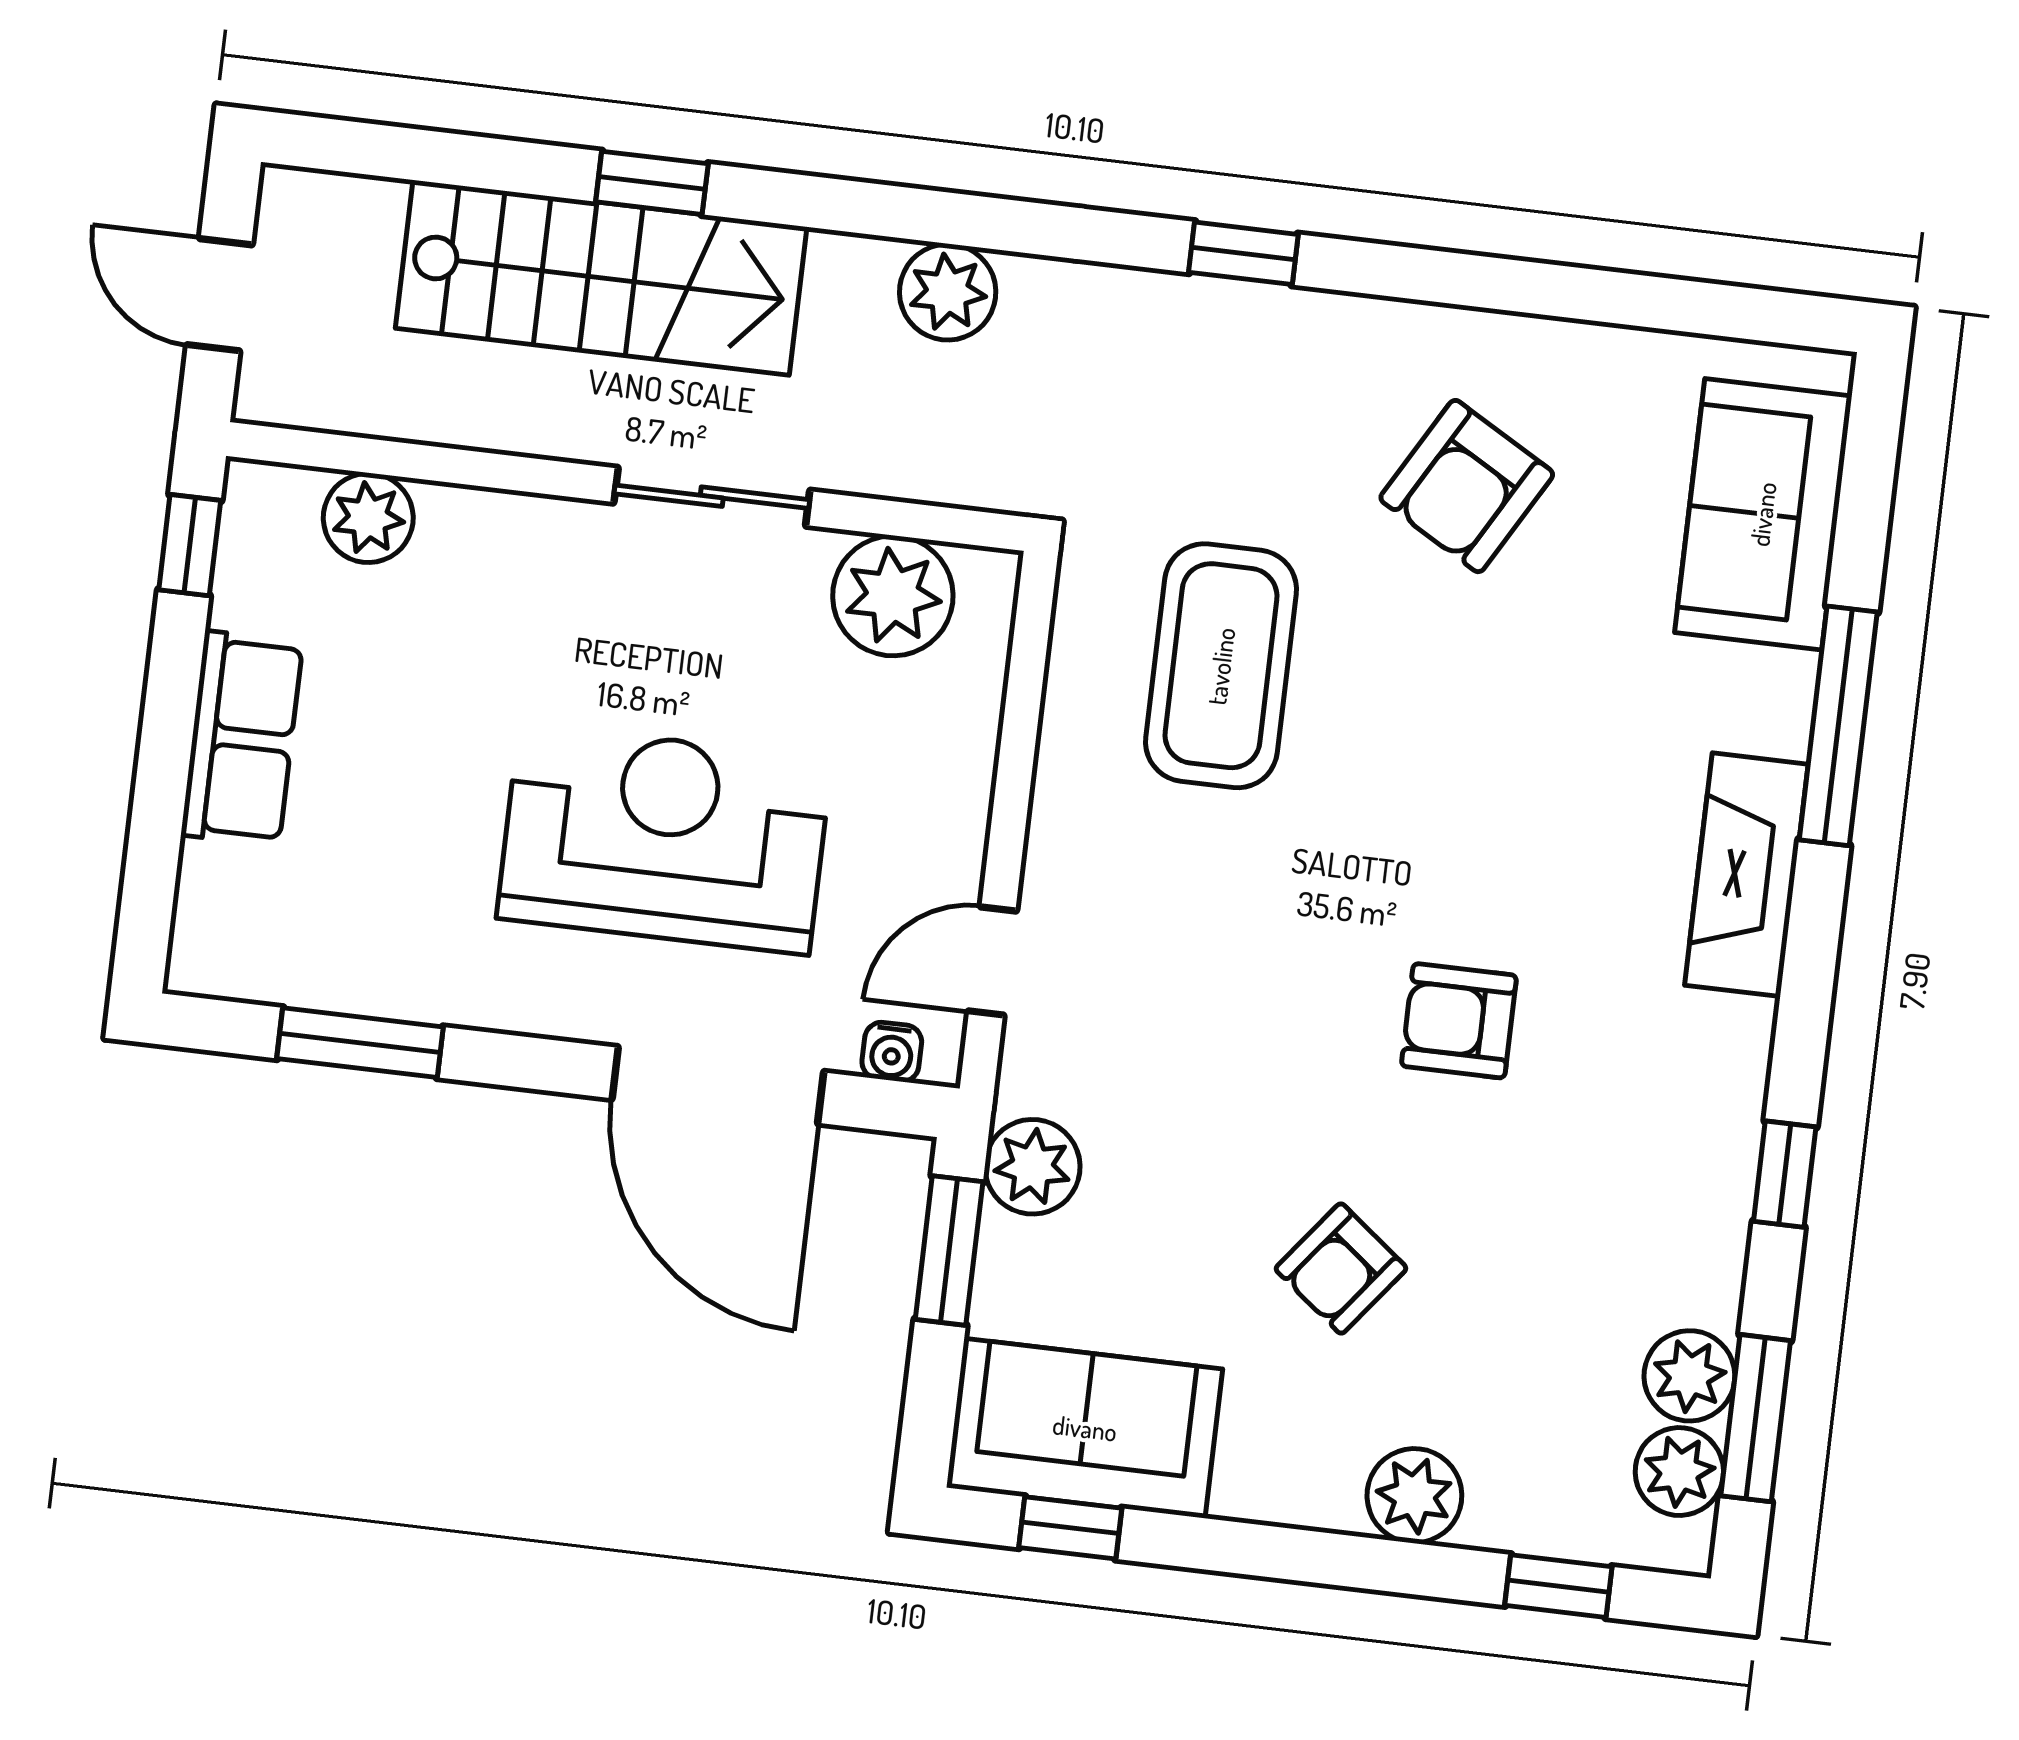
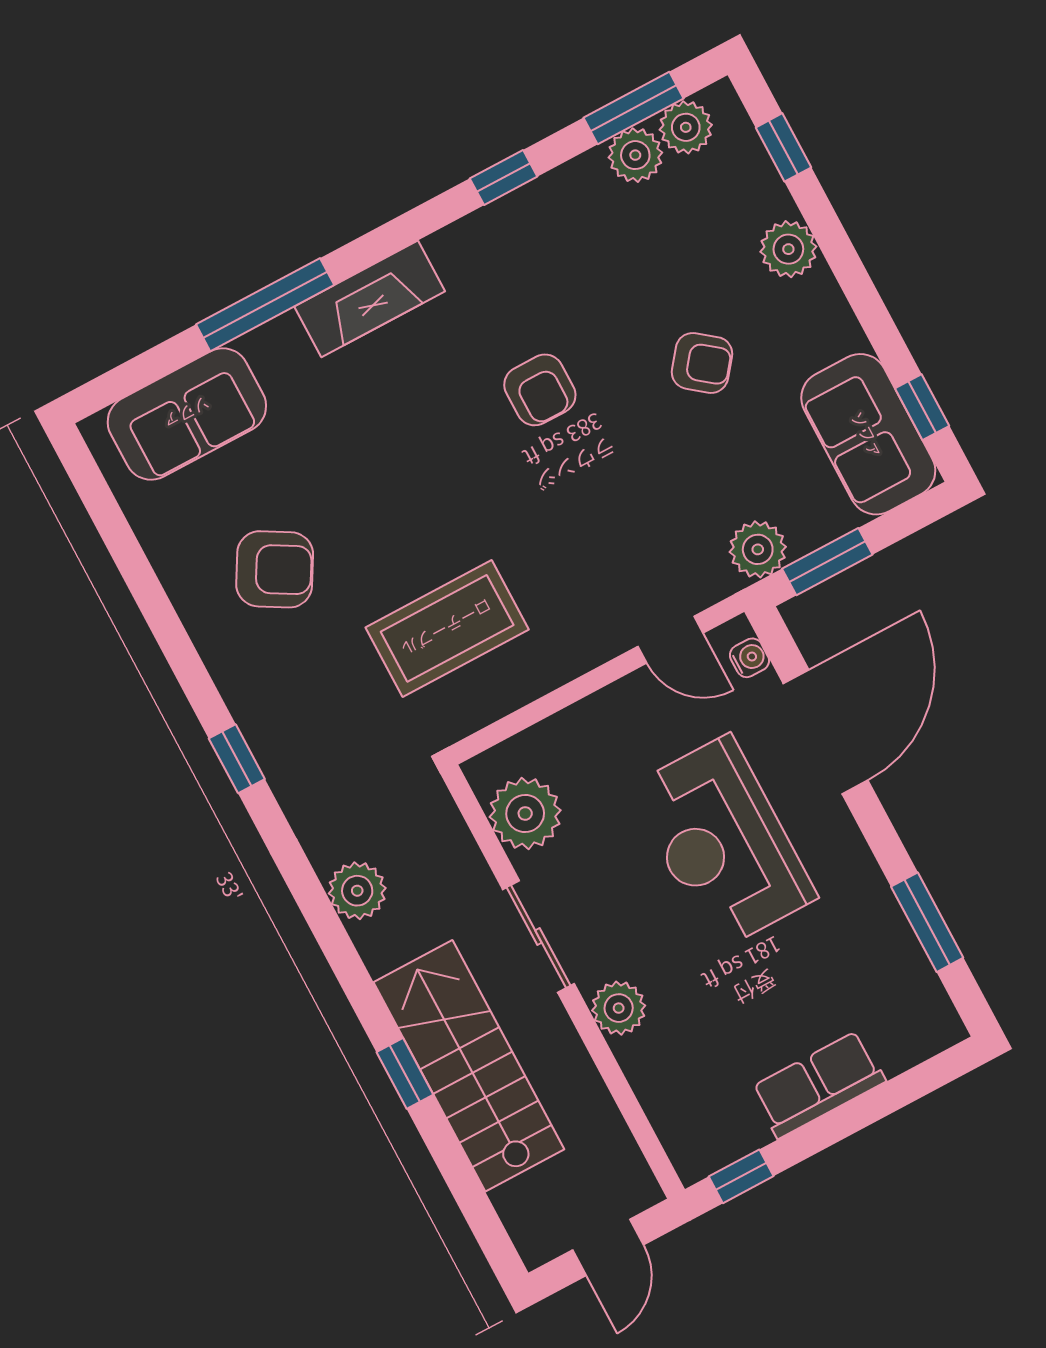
plant: (368, 518) -> (619, 1008), moved

